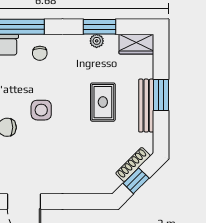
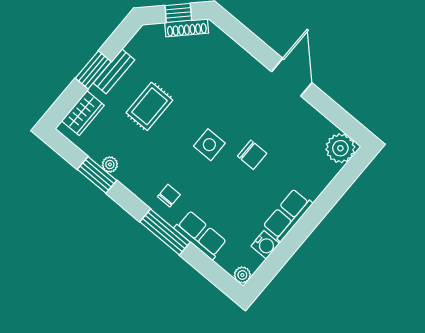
wardrobe: (136, 44) -> (83, 113), moved, turned 90
bench: (146, 106) -> (114, 71), width x0.73
shoe rack: (133, 165) -> (187, 28), moved

